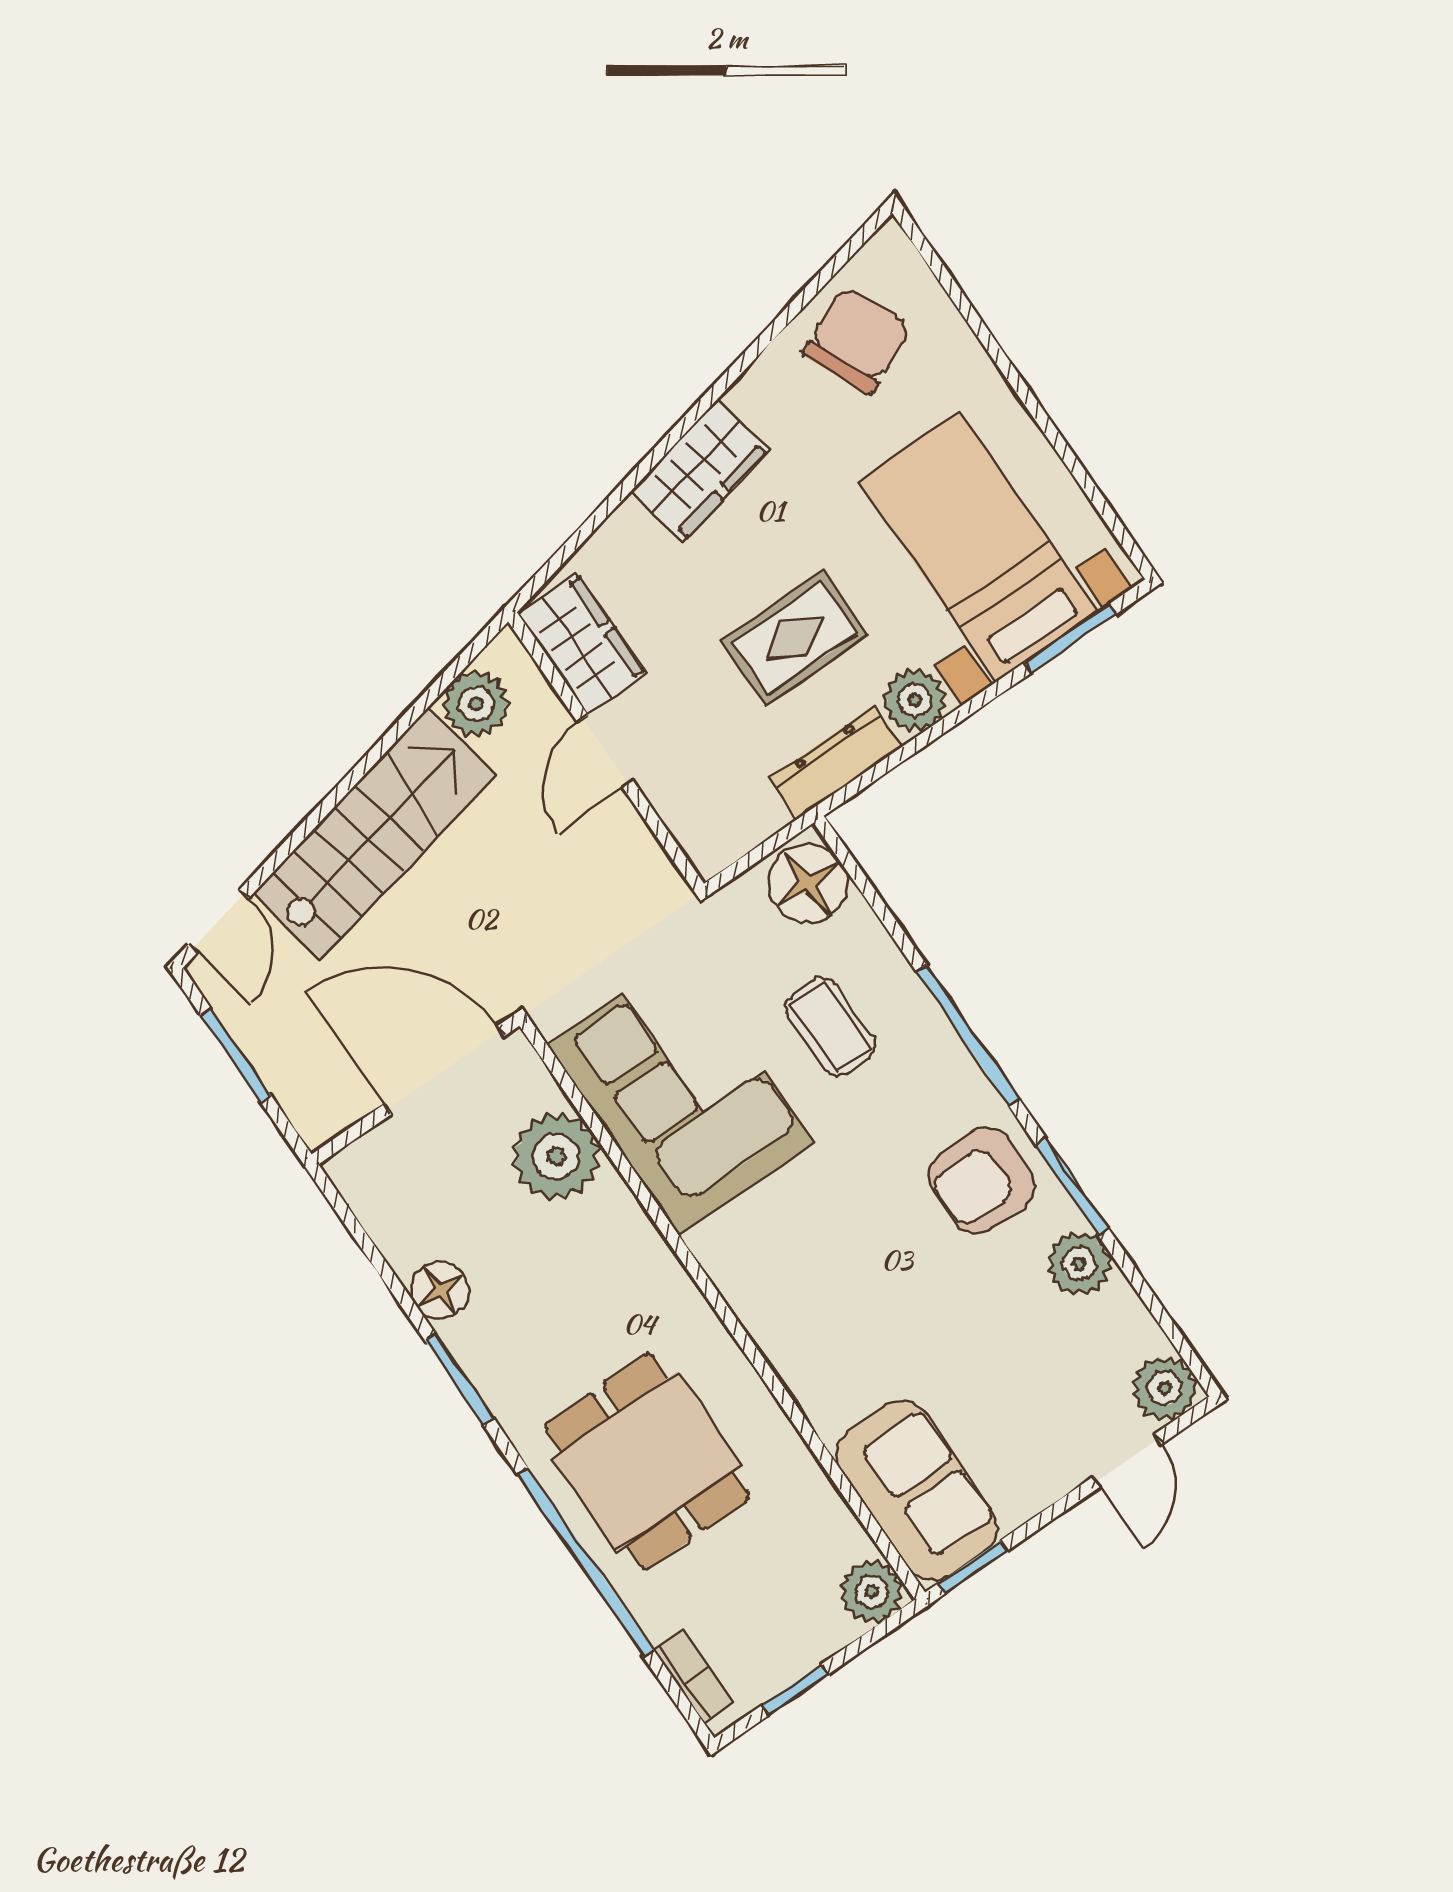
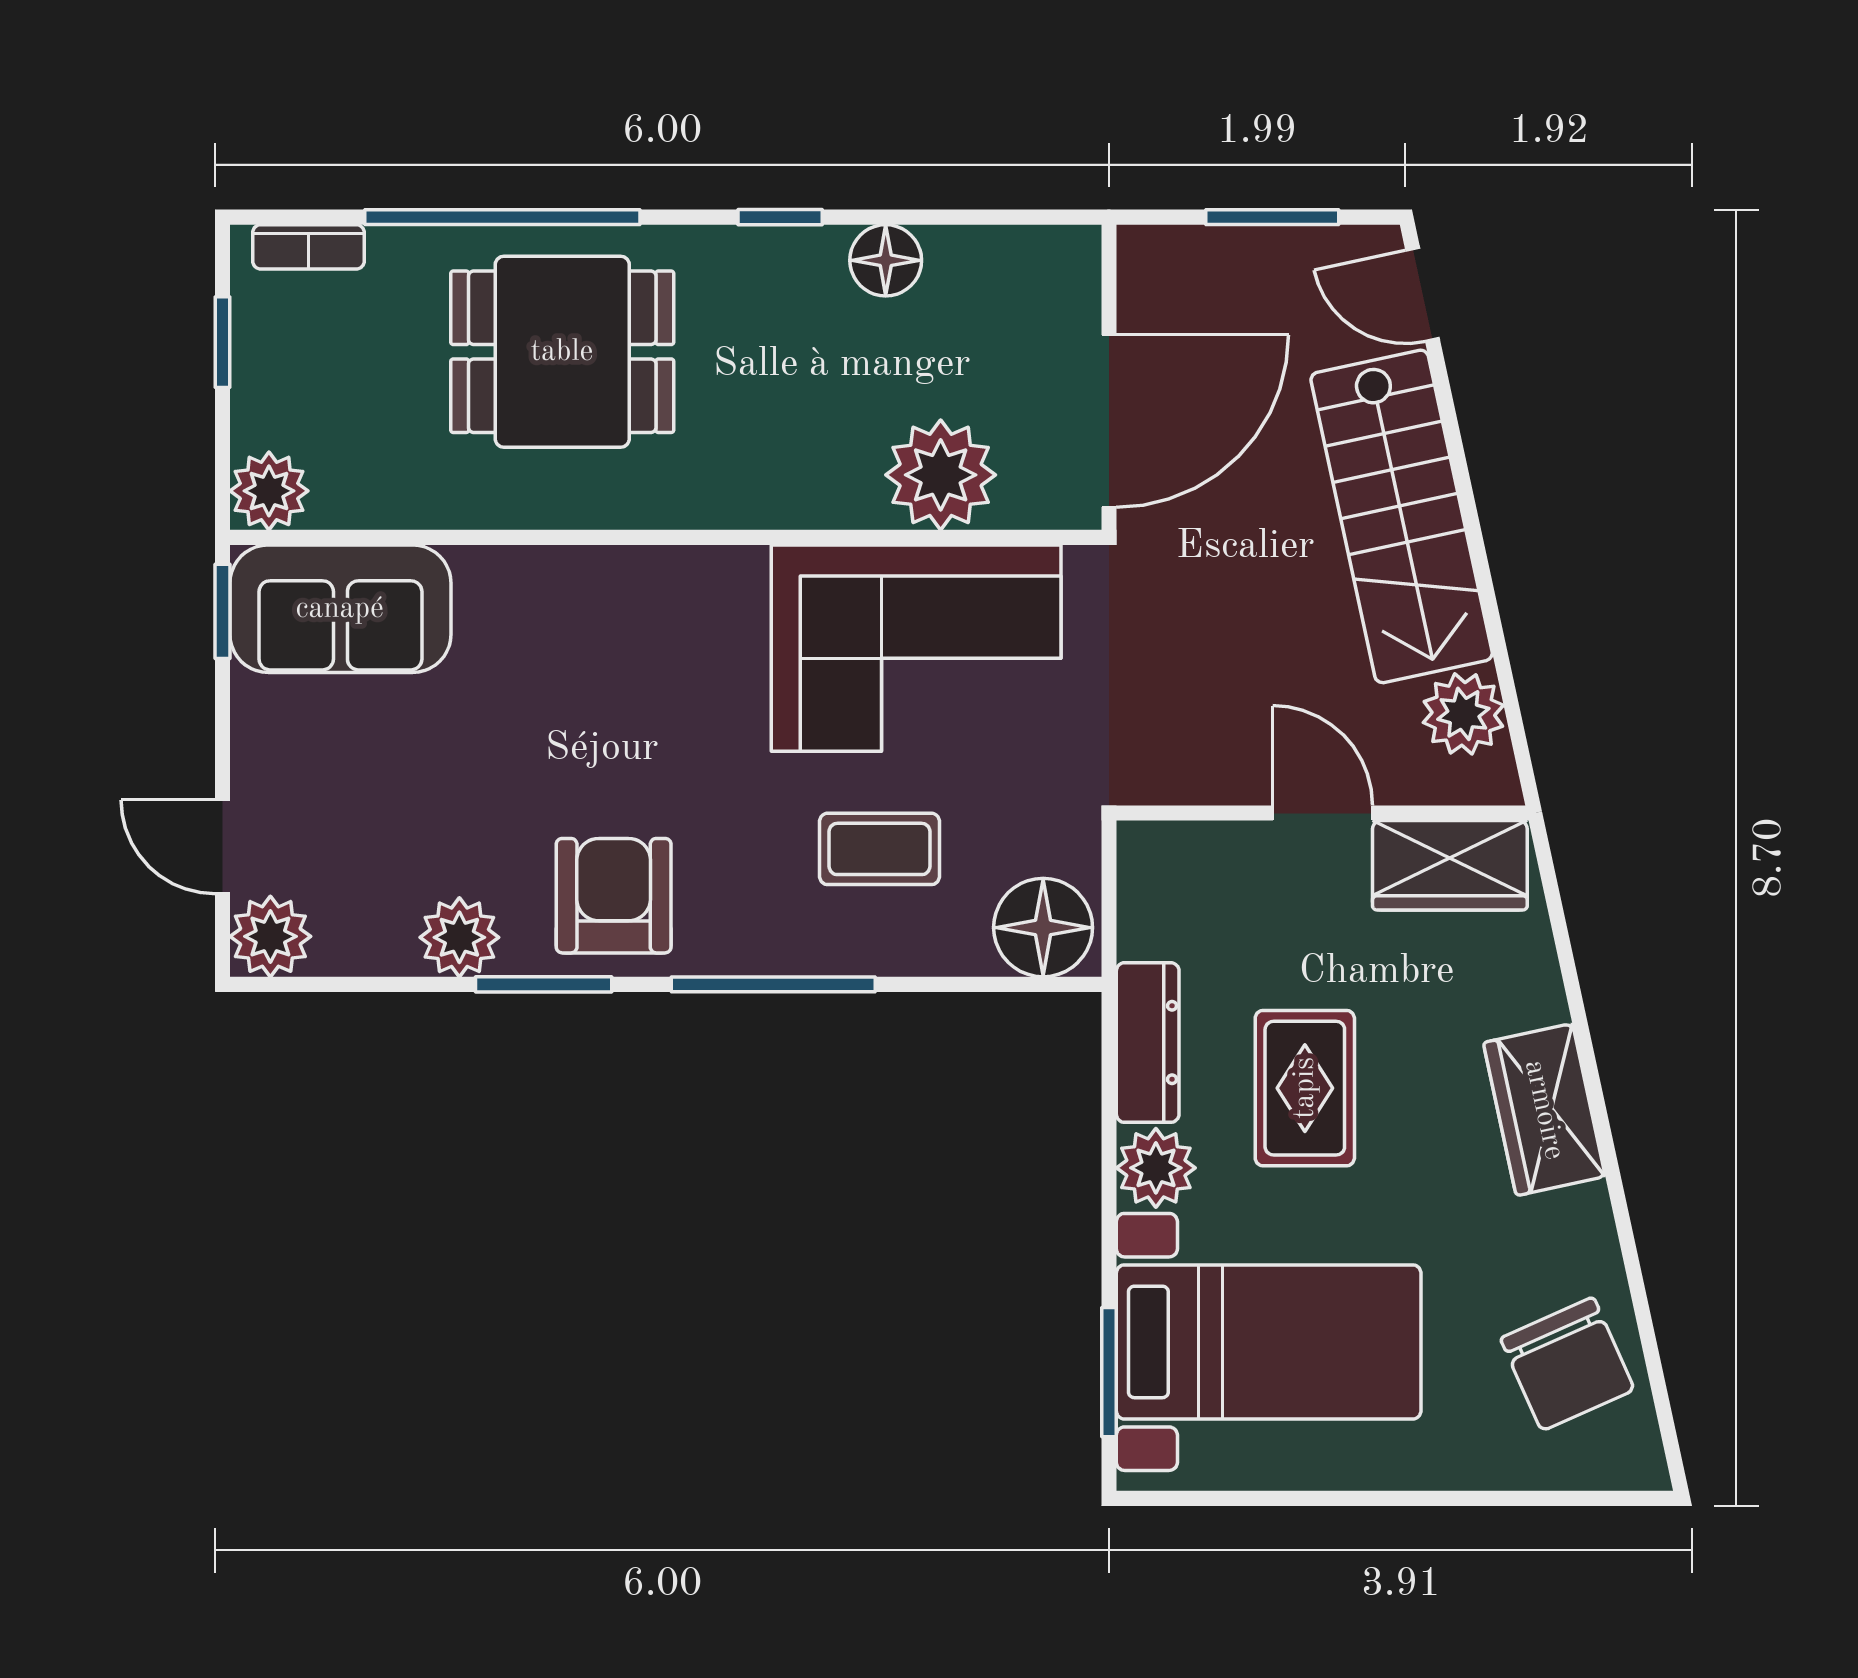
window: (459, 1379) -> (780, 217), width x0.67

